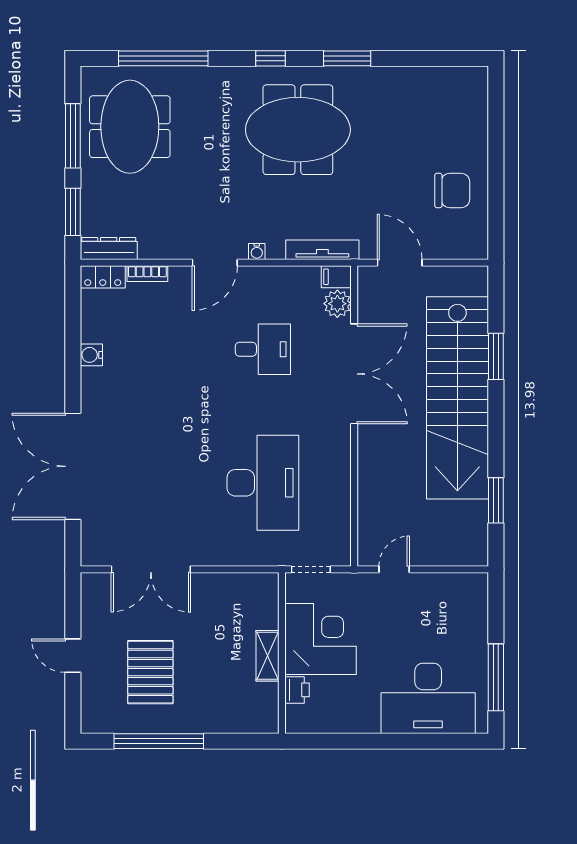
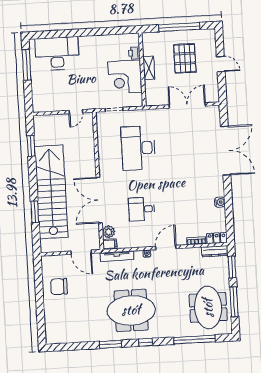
corner desk: (320, 639) -> (125, 77), moved
wall: (282, 653) -> (142, 70), moved
shelving: (267, 656) -> (149, 68), moved
printer: (297, 690) -> (134, 53), moved

